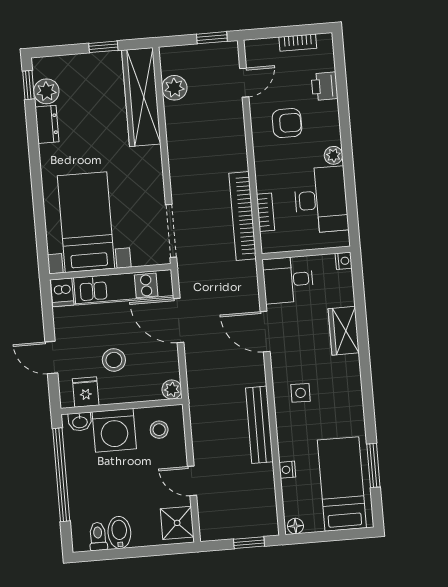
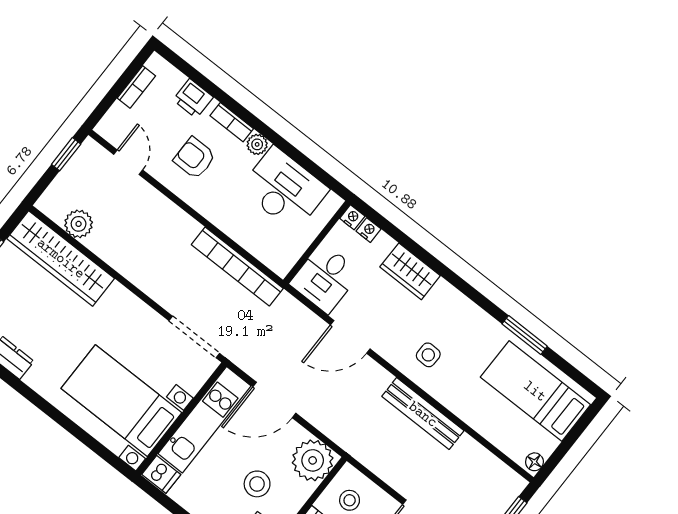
armchair: (287, 123) -> (195, 158), turned -90
bookcase: (266, 212) -> (232, 122), moved, turned 180
plant: (172, 390) -> (313, 460), width x1.87, depth x1.87
window: (373, 465) -> (525, 335), moved
nightstand: (287, 470) -> (369, 230), moved, turned 180

